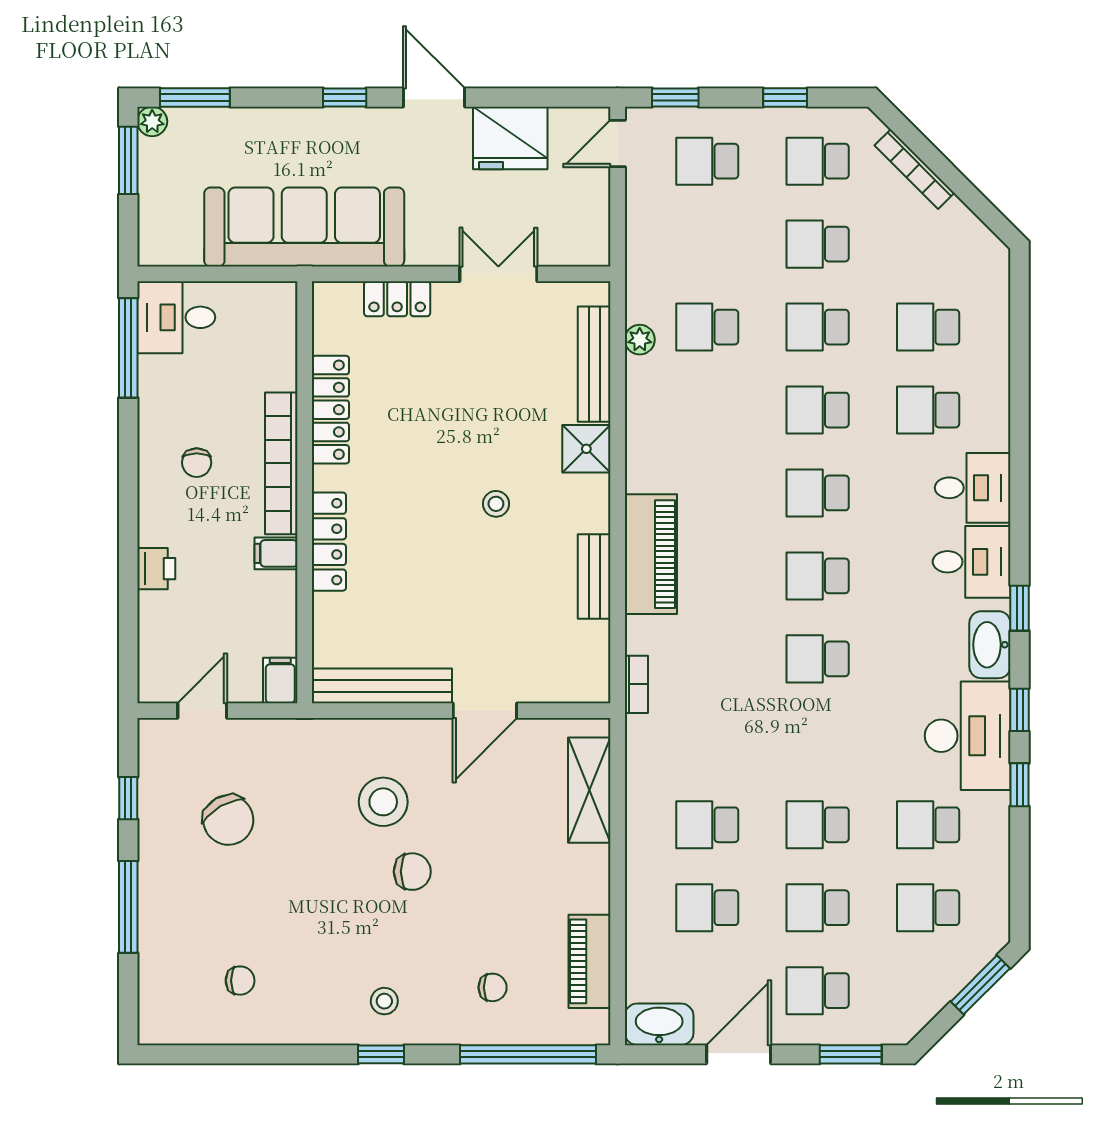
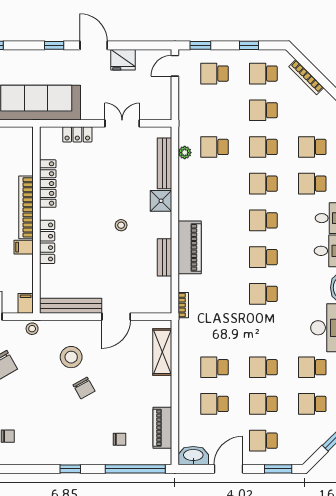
fridge: (510, 138) -> (123, 60), width x0.73, depth x0.75
chair: (412, 872) -> (84, 388), turned 61
stool: (384, 1001) -> (32, 329), moved

